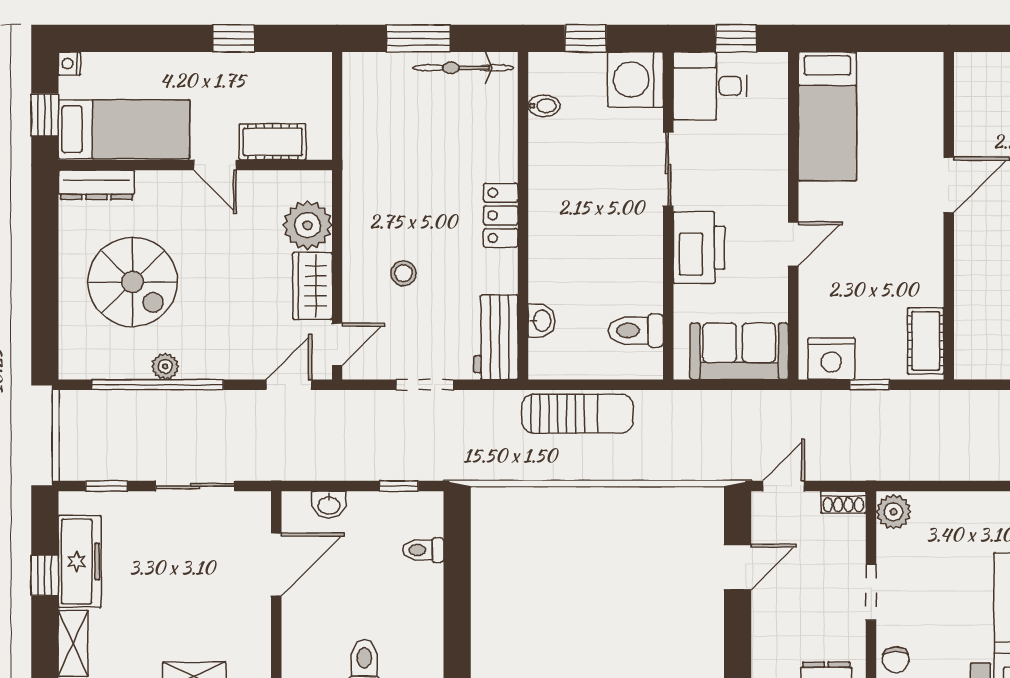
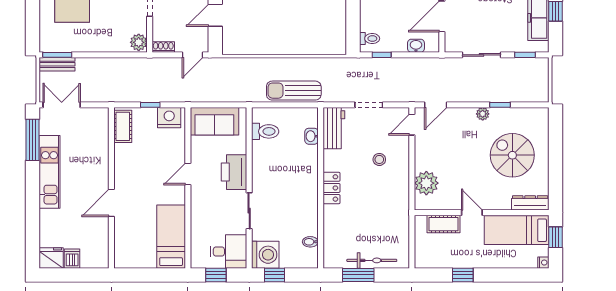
window: (418, 38) -> (358, 275), moved
window: (586, 38) -> (274, 275), moved
bicycle: (463, 68) -> (372, 260), moved
wardrobe: (313, 286) -> (424, 153), removed
plant: (165, 366) -> (483, 114), moved
window: (158, 385) -> (500, 105), width x0.32
toilet: (423, 550) -> (370, 39), moved

